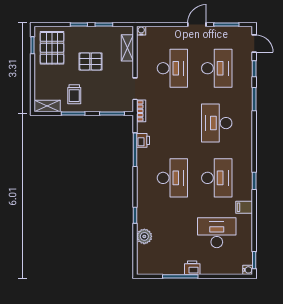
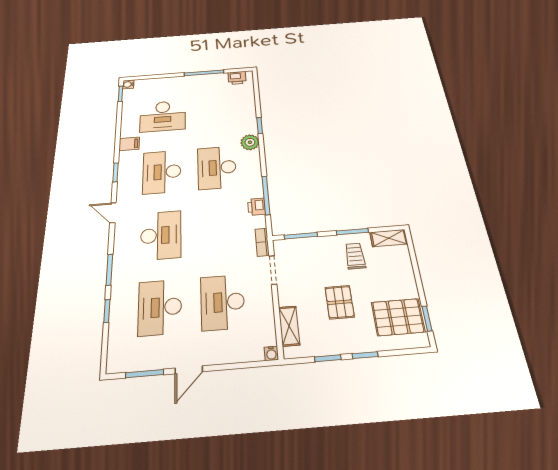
door: (254, 44) -> (113, 213), moved
pallet: (52, 48) -> (398, 317), turned 90
pallet: (91, 61) -> (340, 302), turned 90
plant: (144, 236) -> (250, 142), moved
printer: (192, 268) -> (237, 78), moved

